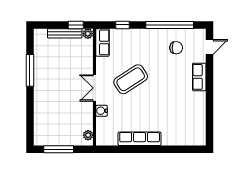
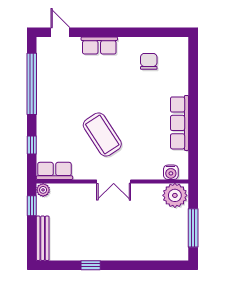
bench: (65, 33) -> (43, 238), moved
chair: (176, 48) -> (149, 61), moved
window: (30, 70) -> (91, 265), width x0.46
water cooler: (102, 111) -> (171, 172), moved
plant: (88, 135) -> (175, 195), width x1.88, depth x1.88

